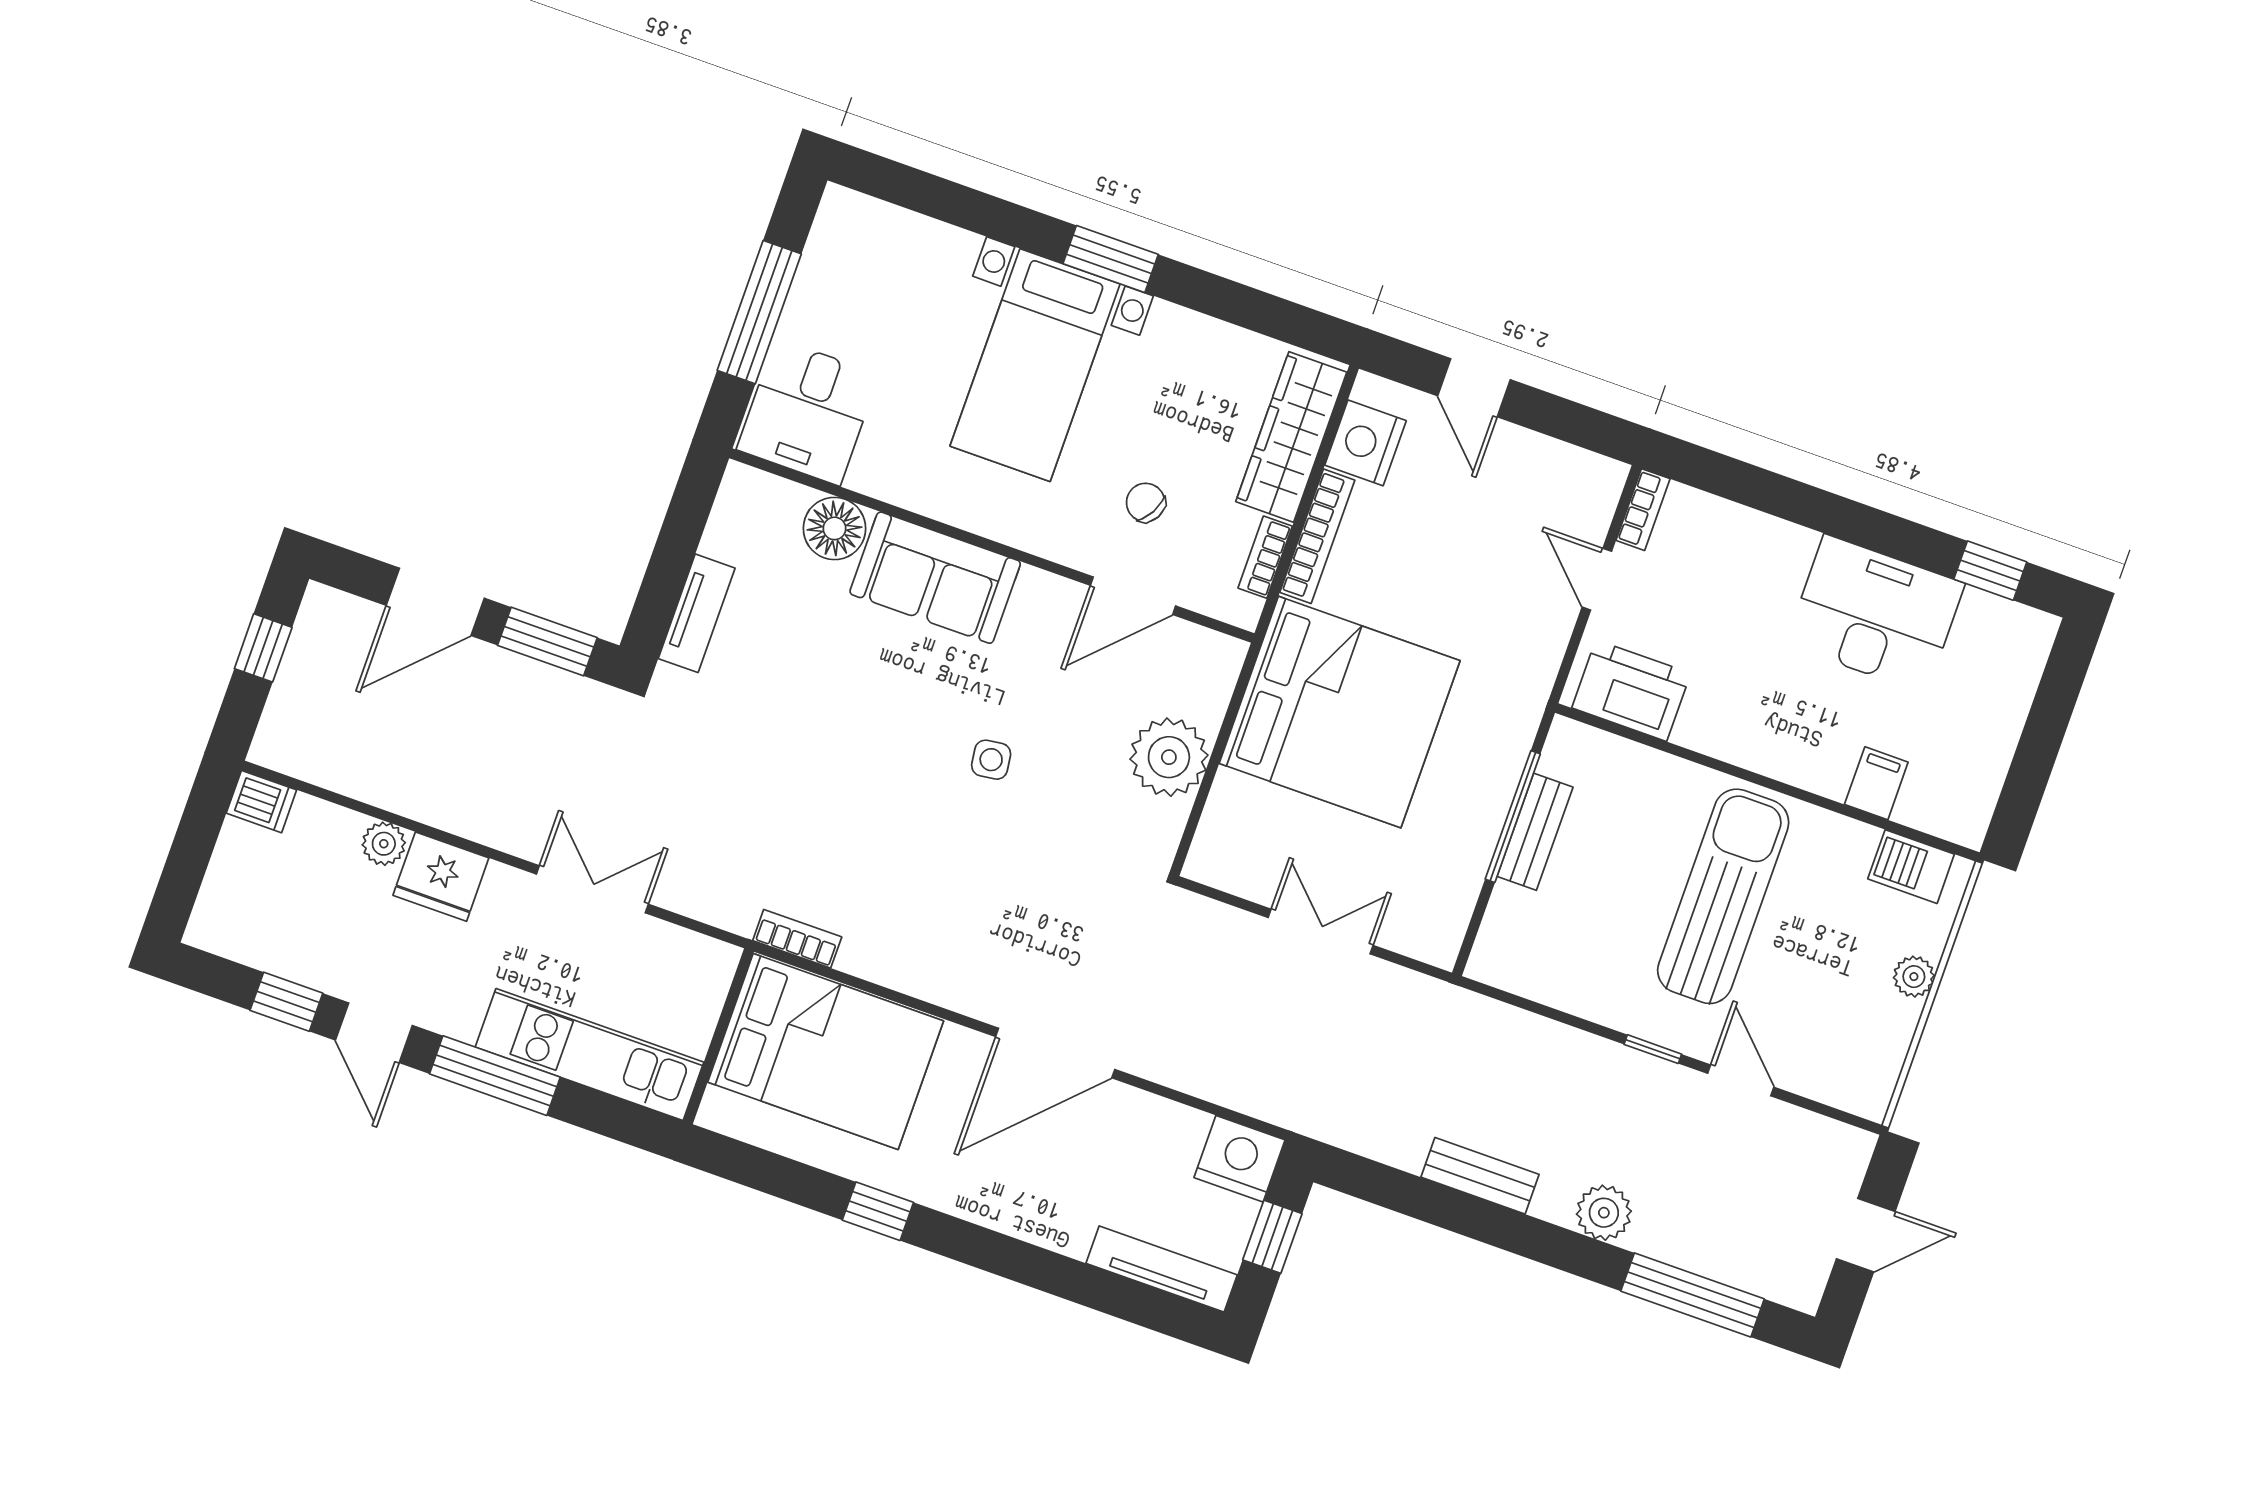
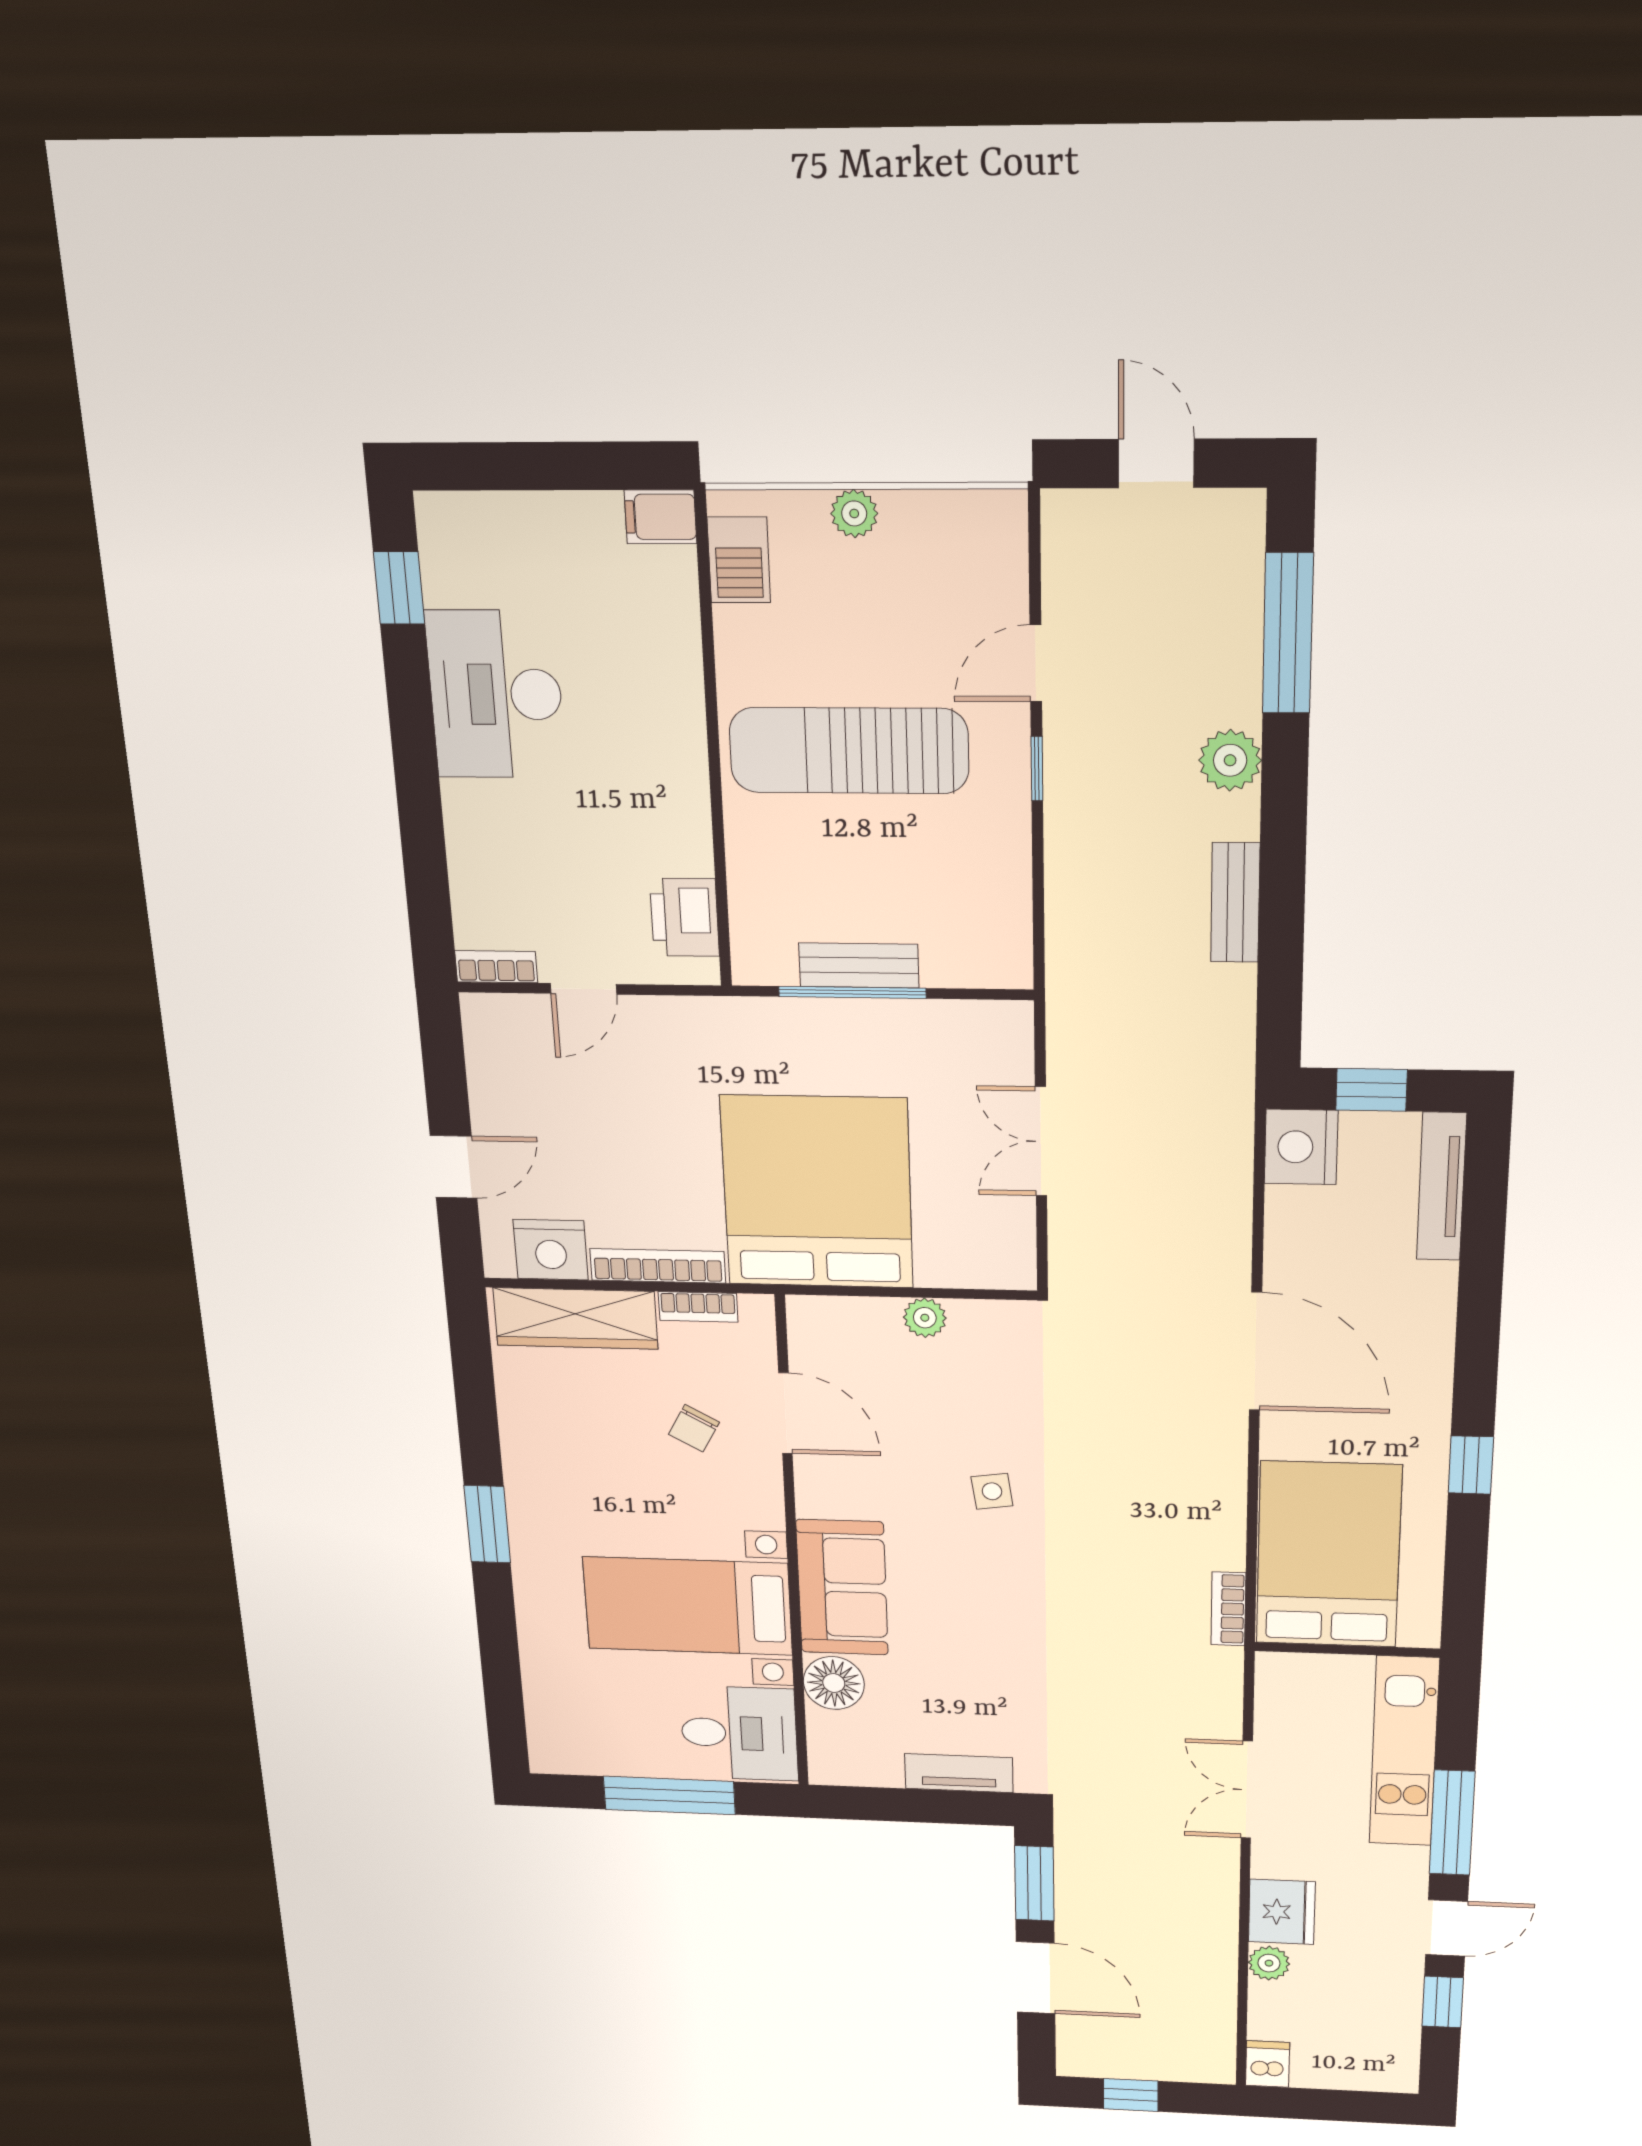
bed with nightstands: (1035, 365) -> (688, 1606), moved, turned 180
printer: (1631, 691) -> (685, 917), width x0.73, depth x0.84
plant: (1169, 757) -> (925, 1318), width x0.53, depth x0.53
filing cabinet: (1876, 783) -> (661, 517), moved

